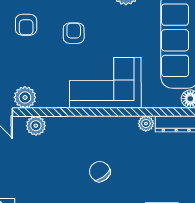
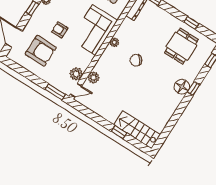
armchair: (26, 25) -> (41, 51), width x1.88, depth x1.88
plant: (146, 124) -> (114, 42), moved

